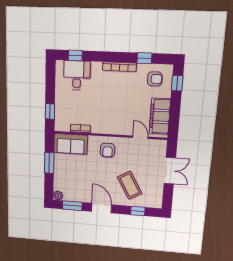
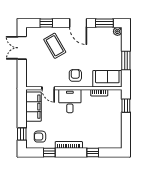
window: (75, 55) -> (93, 153), moved
desk: (77, 75) -> (70, 101), moved, turned 180
double door: (170, 171) -> (22, 48), moved

